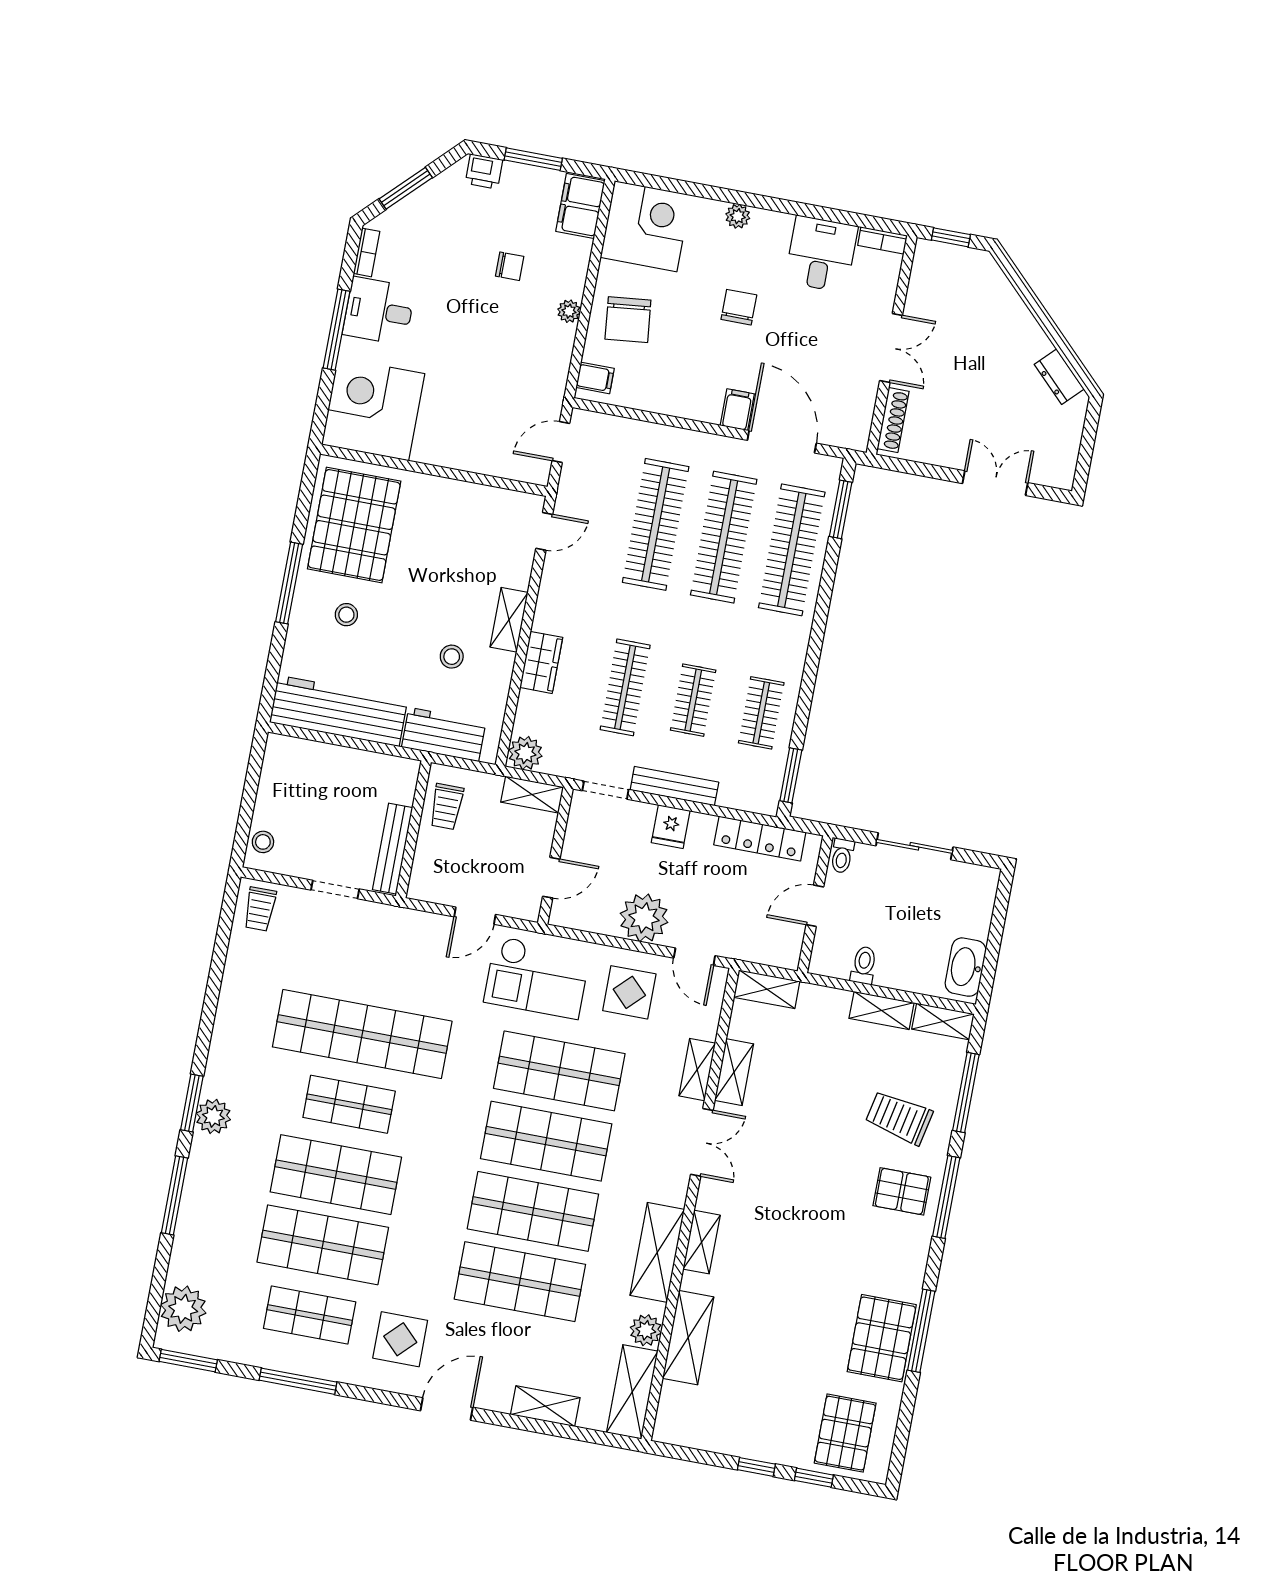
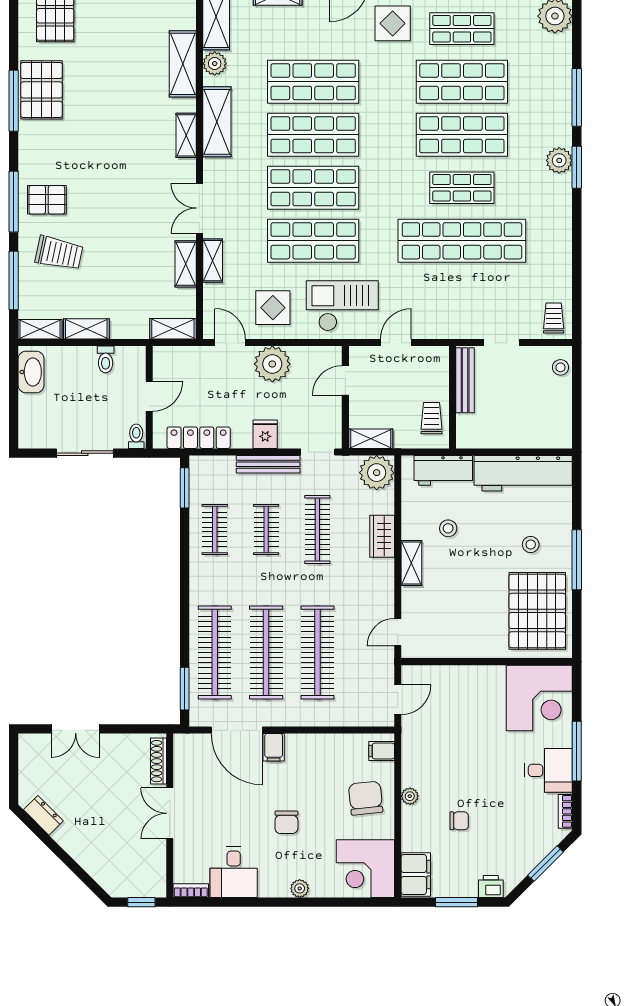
chair: (510, 266) -> (459, 821), turned 180
plant: (525, 753) -> (377, 473), width x1.36, depth x1.36

